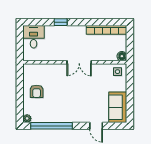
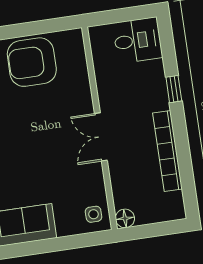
bookcase: (106, 30) -> (168, 151), moved
armchair: (37, 91) -> (32, 62), width x1.88, depth x1.88

